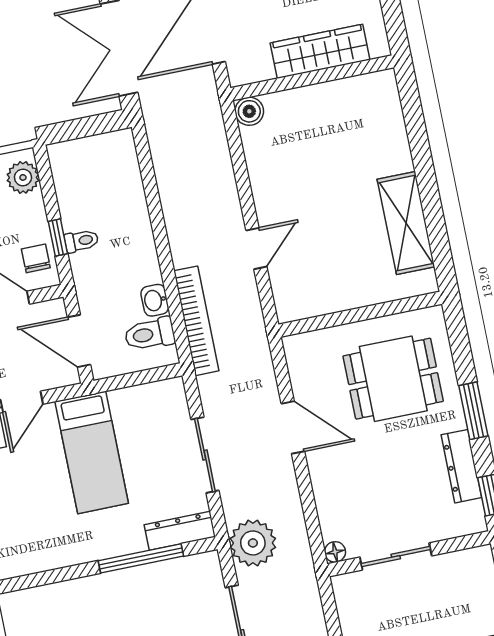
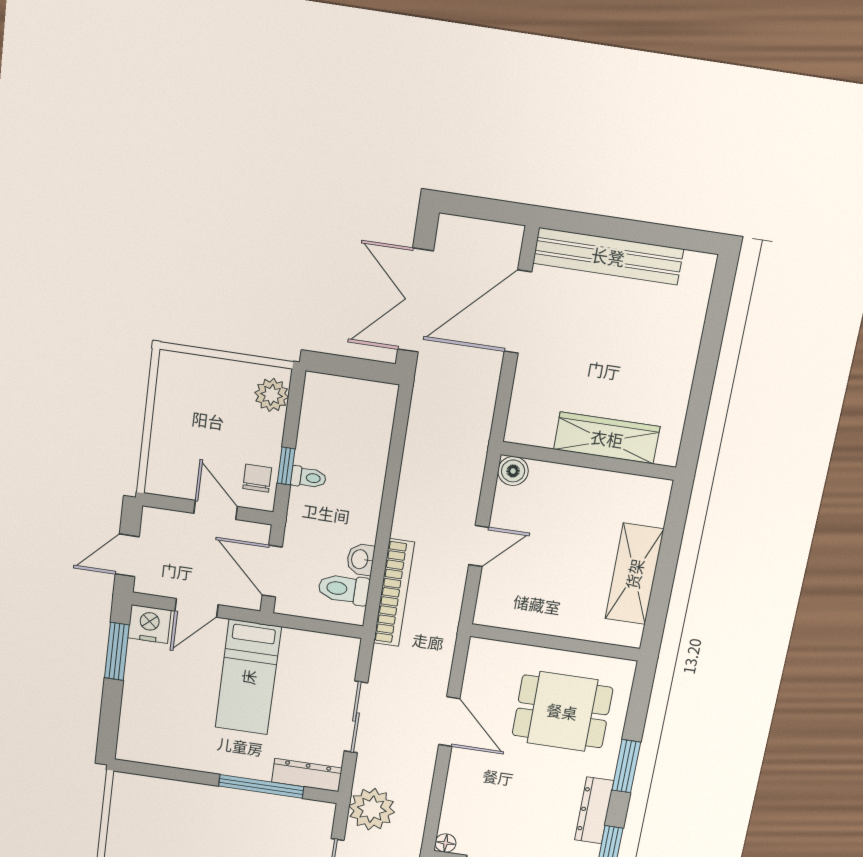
wardrobe: (320, 51) -> (607, 438), moved
wall: (312, 78) -> (588, 461), moved
boiler: (249, 111) -> (513, 471), moved

